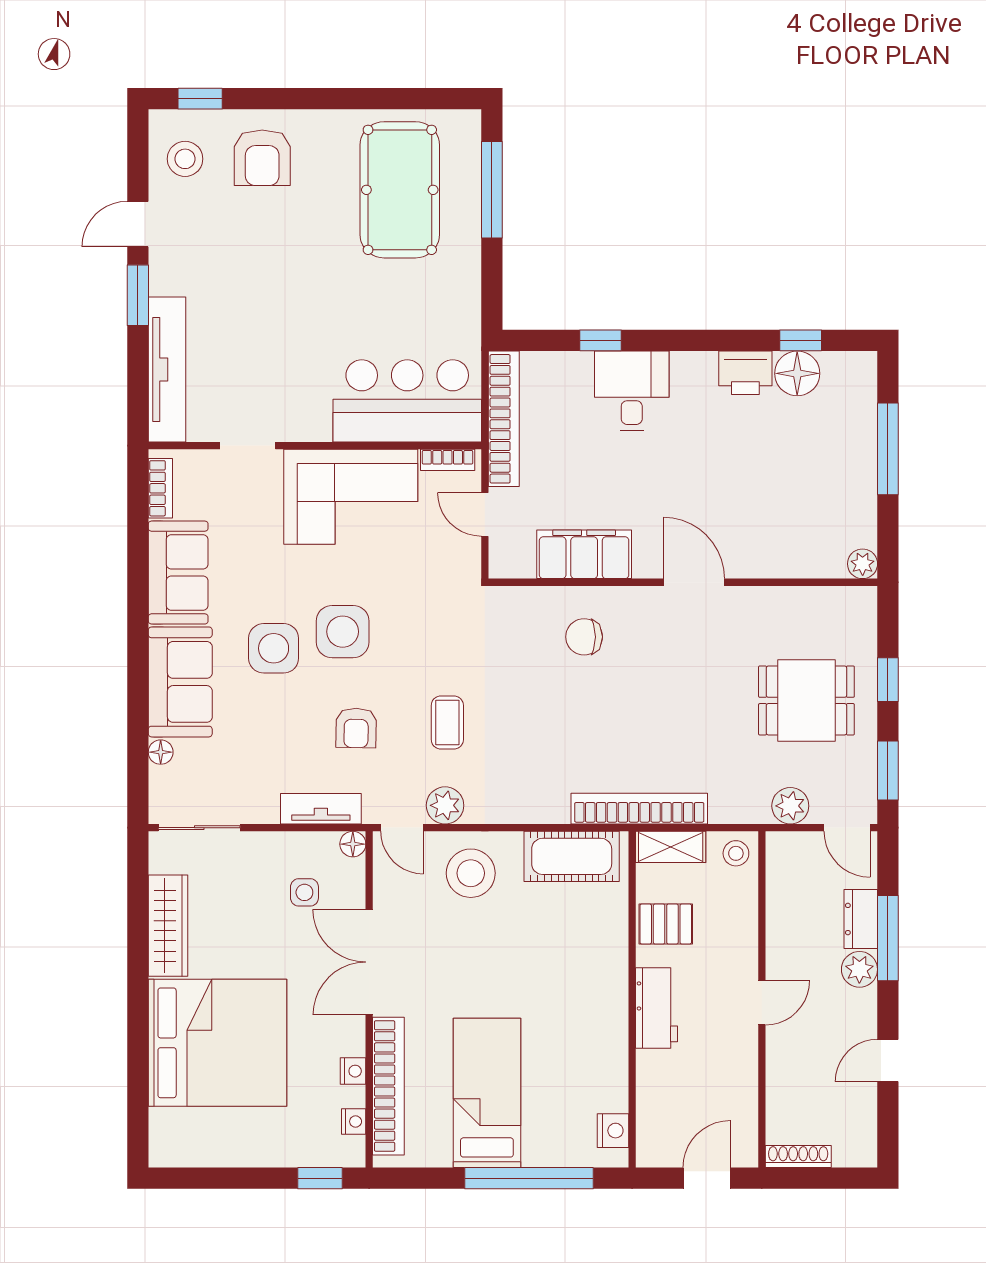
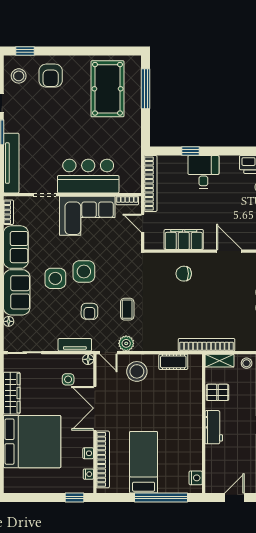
bar counter: (407, 401) -> (88, 176), moved
cot: (572, 856) -> (173, 362), width x0.73, depth x0.75

